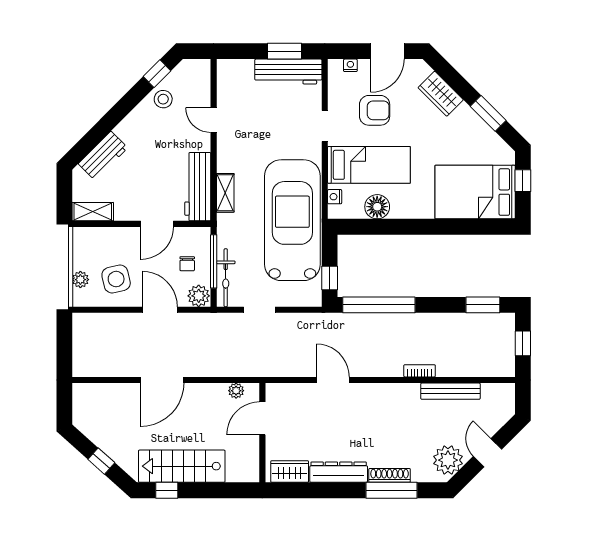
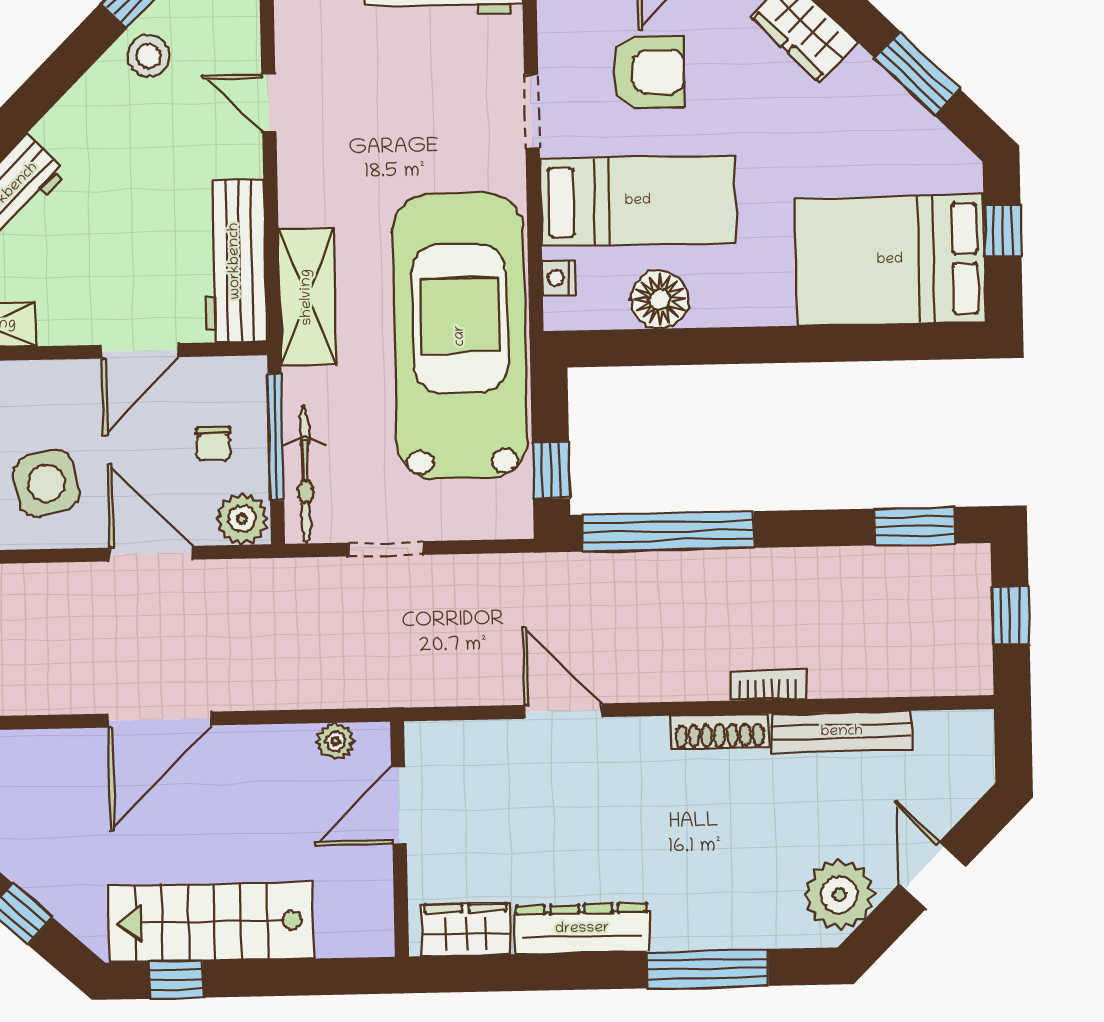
shelving: (225, 193) -> (307, 297), width x1.50, depth x1.33
shoe rack: (390, 475) -> (720, 731), moved, turned 180

